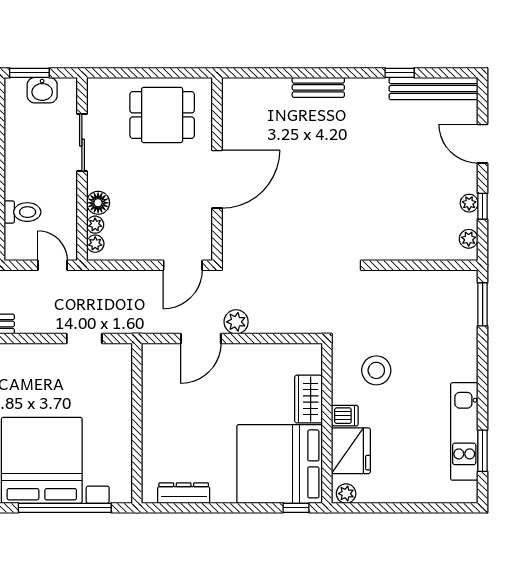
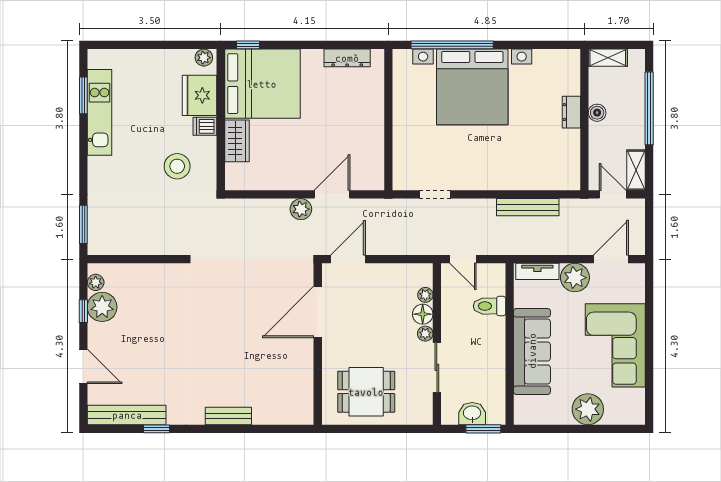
door: (217, 179) -> (318, 312), moved
plant: (469, 203) -> (102, 307), width x1.88, depth x1.88
plant: (95, 244) -> (425, 334), moved

